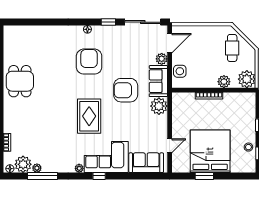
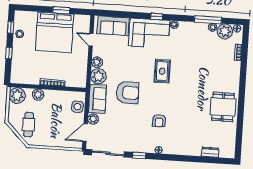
dresser: (31, 31) -> (210, 152), added
armchair: (89, 62) -> (159, 121), width x0.53, depth x0.53
rug: (89, 116) -> (162, 71), width x0.73, depth x0.70
plant: (161, 121) -> (97, 62), added
door: (170, 146) -> (91, 40), hinge flipped

